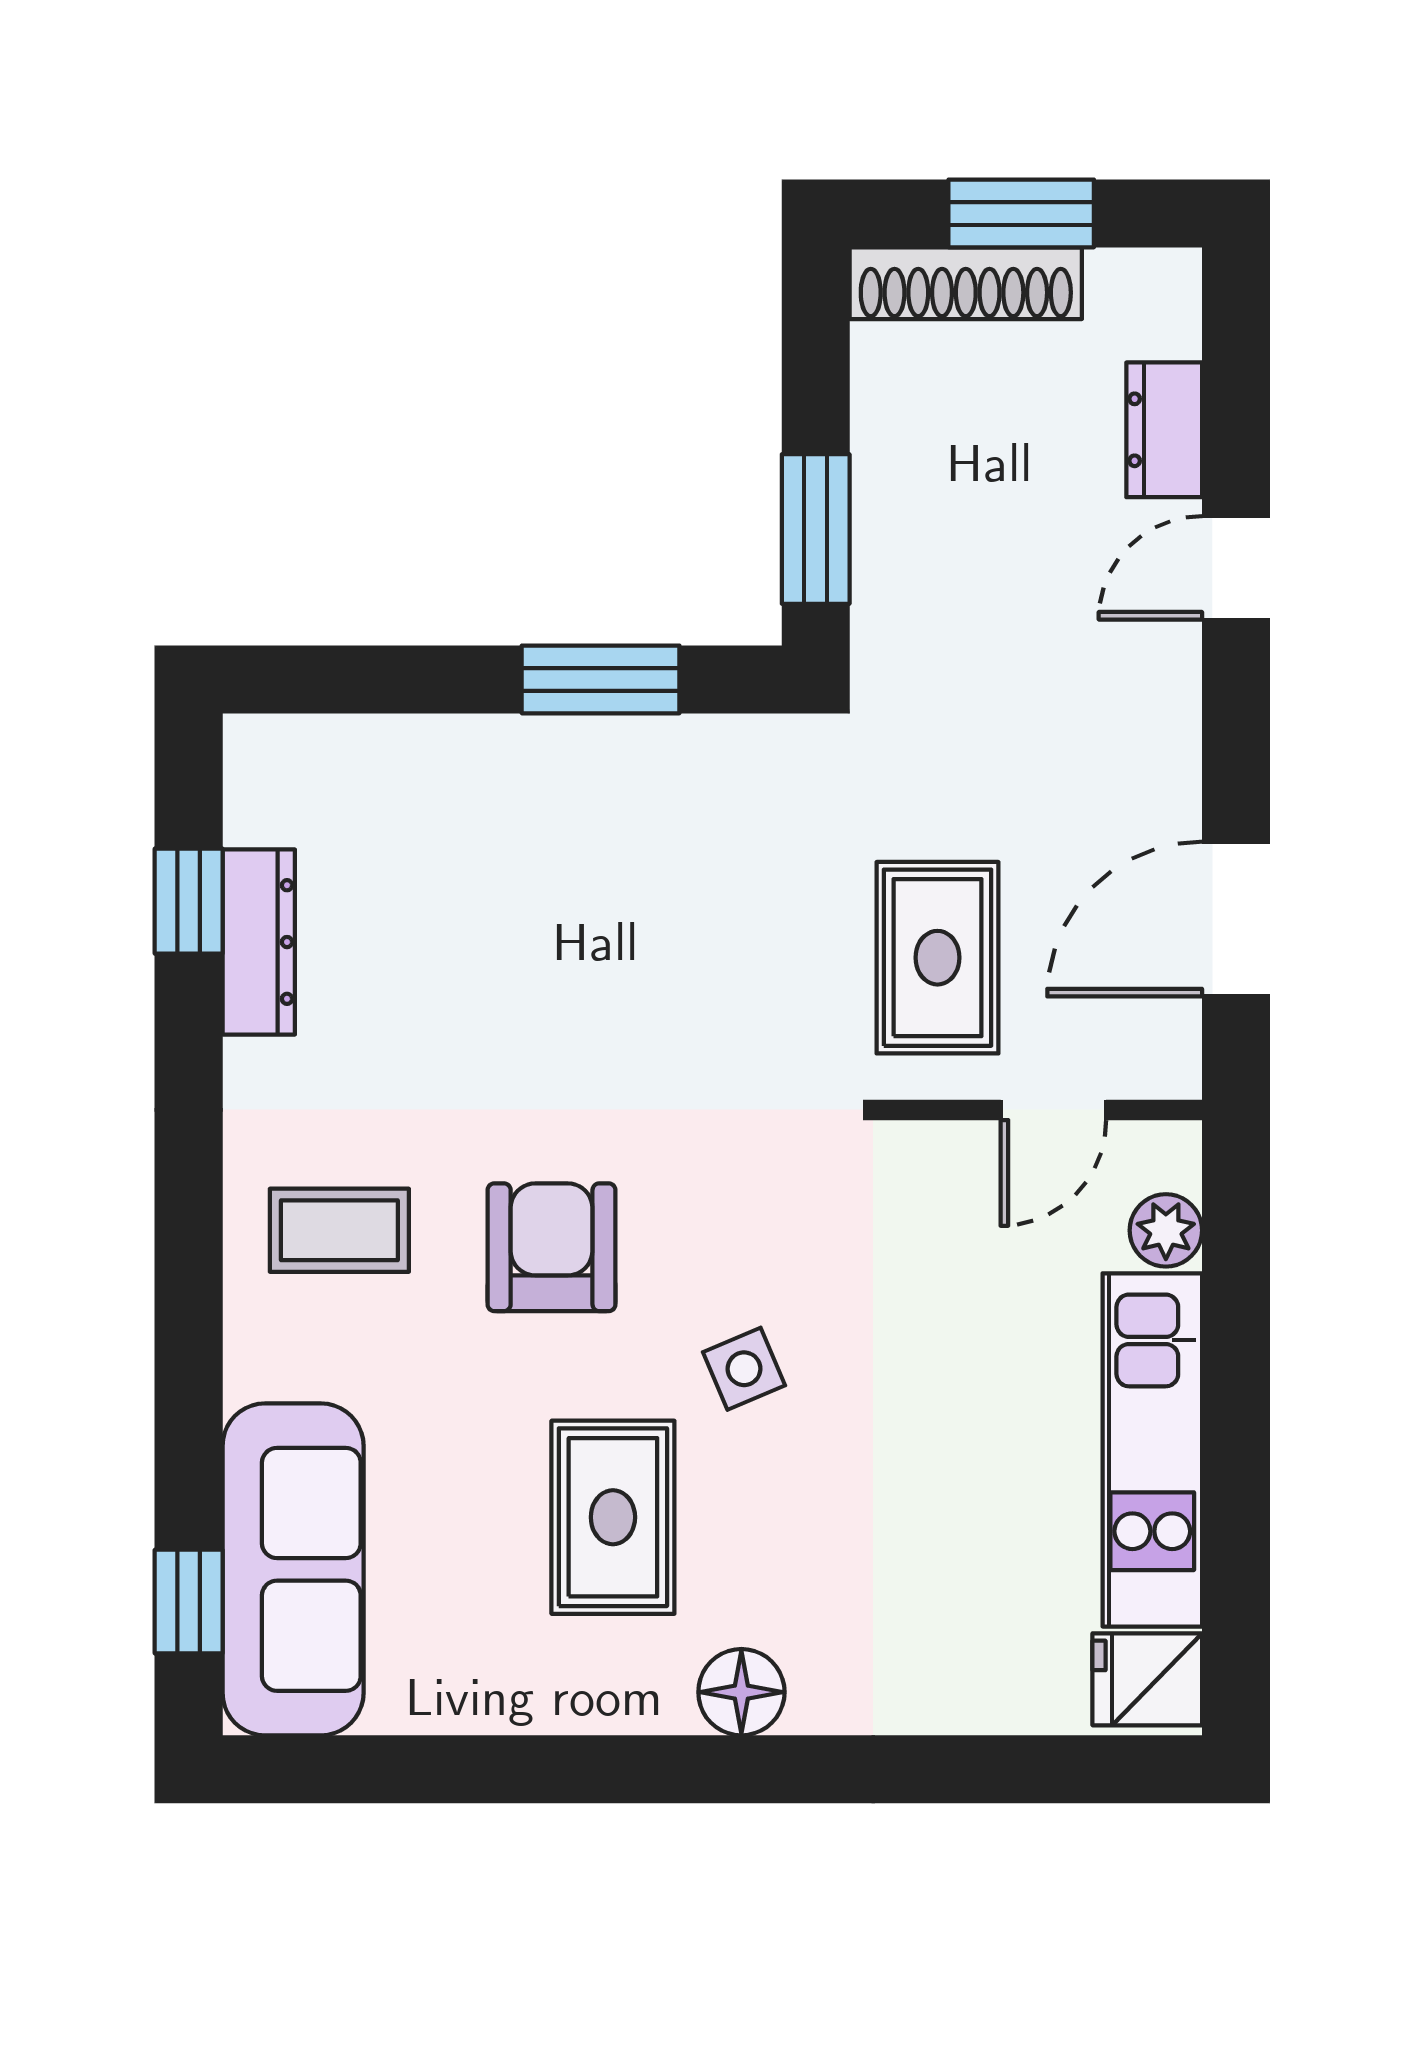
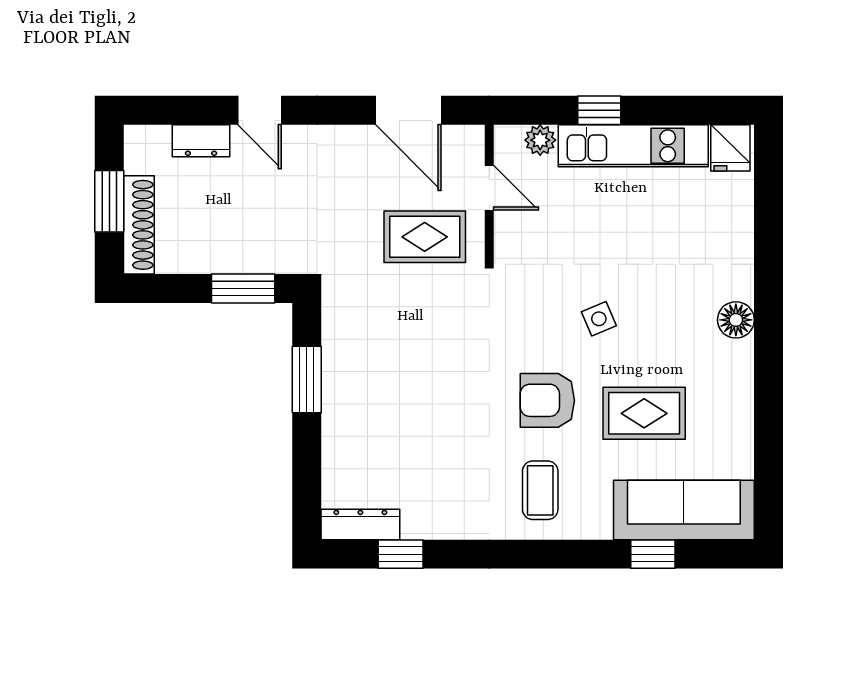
dresser: (259, 942) -> (360, 524), moved
window: (1236, 1370) -> (599, 110), added
rug: (613, 1517) -> (644, 413), moved
window: (189, 1602) -> (653, 554), moved

